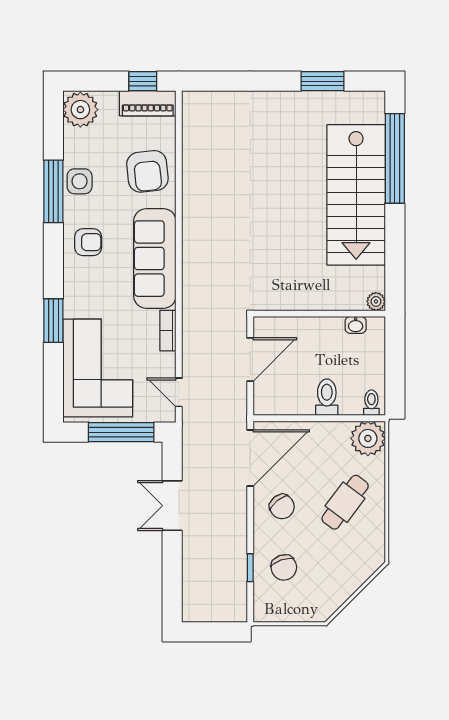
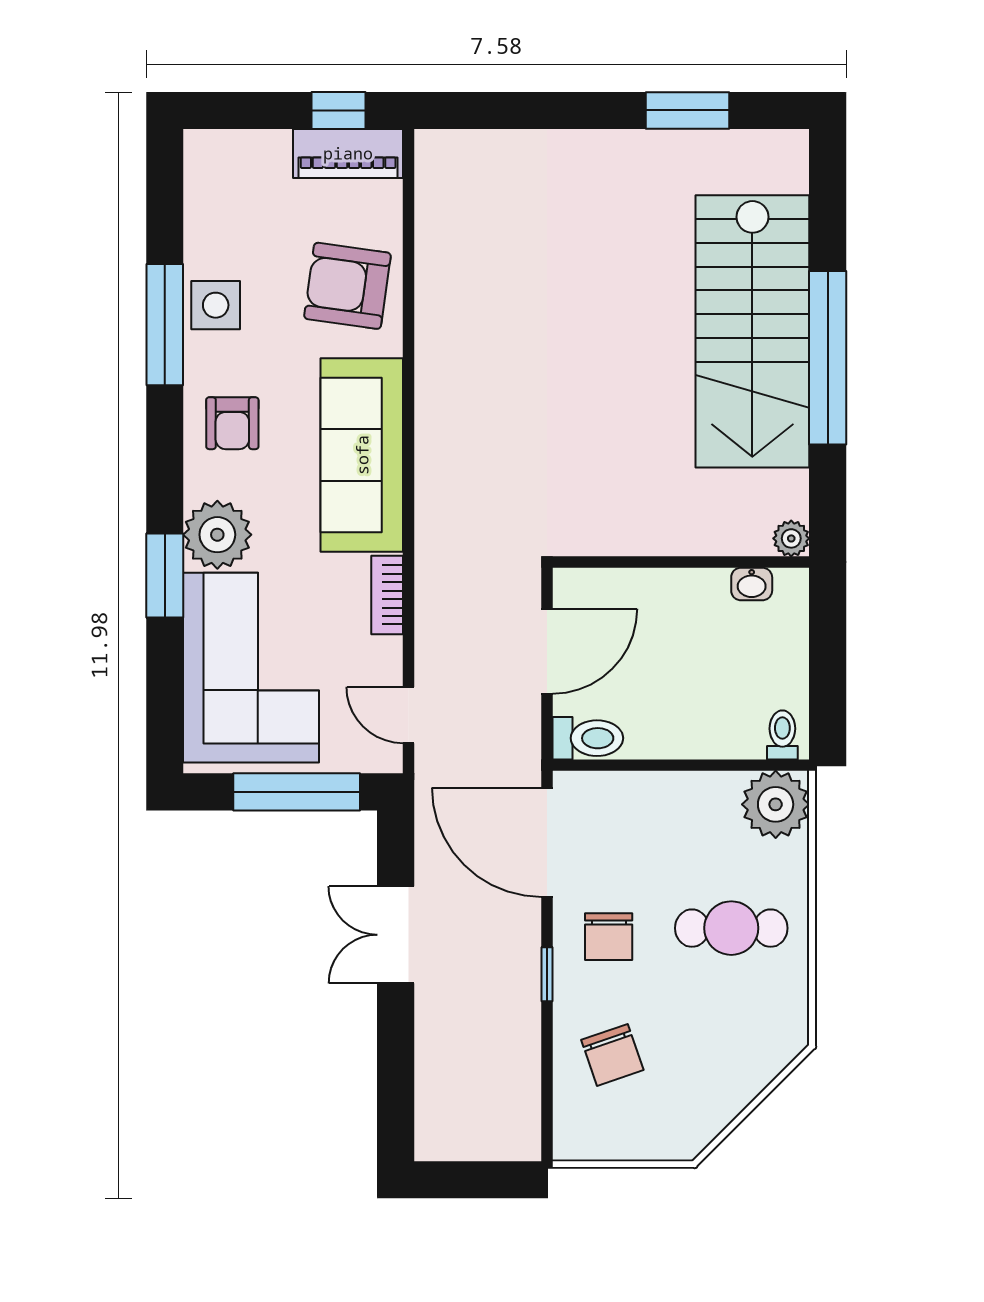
plant: (80, 110) -> (217, 535), moved
window: (395, 158) -> (828, 358), moved
armchair: (147, 171) -> (347, 286), turned 104
armchair: (88, 242) -> (232, 423), turned 90
toilet: (327, 397) -> (588, 738), moved, turned 90
door: (250, 458) -> (547, 842), swing flipped
cafe table: (345, 502) -> (731, 928), turned 53
chair: (282, 507) -> (609, 937), turned 39
window: (250, 568) -> (547, 974), moved

